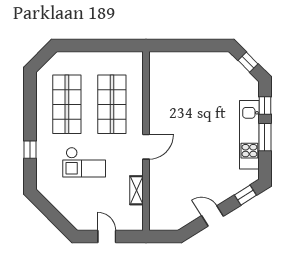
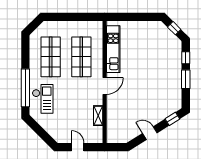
kitchen unit: (249, 135) -> (113, 49), moved, turned 180
window: (30, 150) -> (25, 88), width x3.17
checkout: (84, 162) -> (43, 99), moved, turned -90

